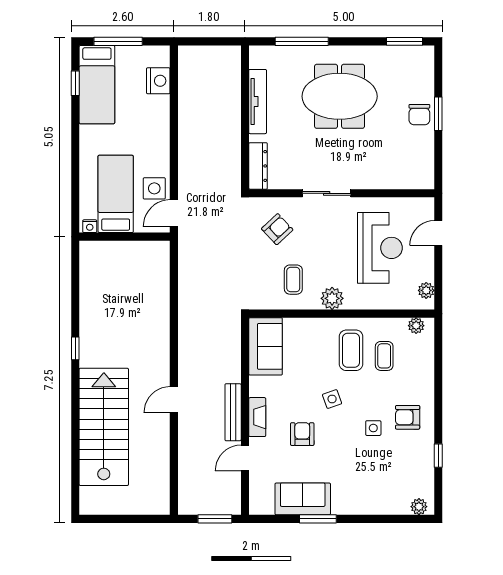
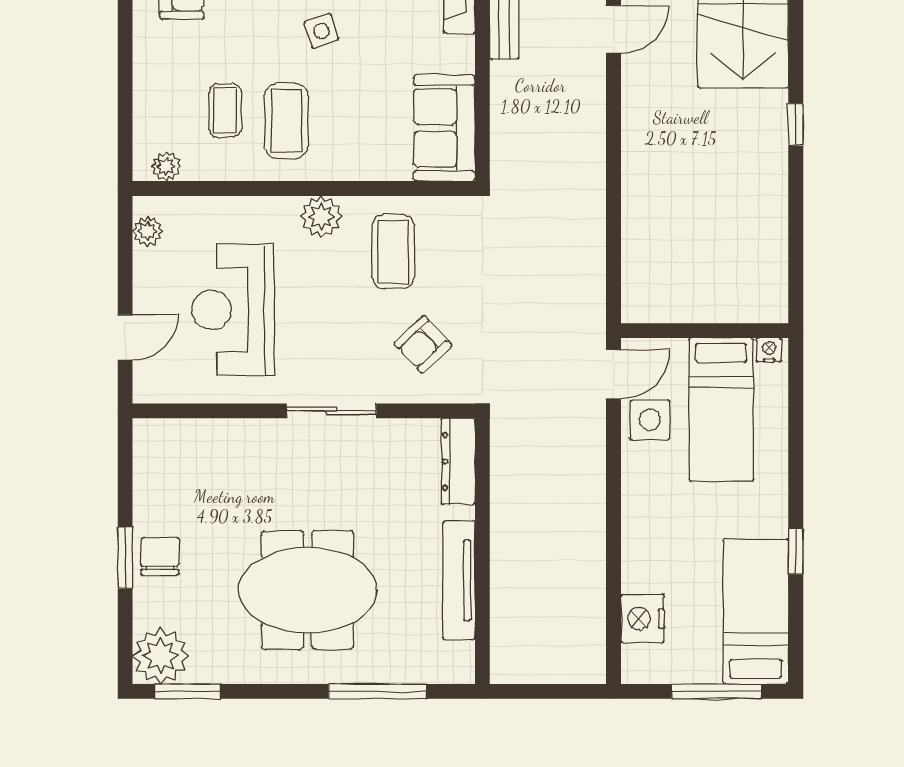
plant: (419, 61) -> (161, 656), added
window: (75, 83) -> (796, 551), moved
coffee table: (293, 280) -> (393, 252), width x1.36, depth x1.30

